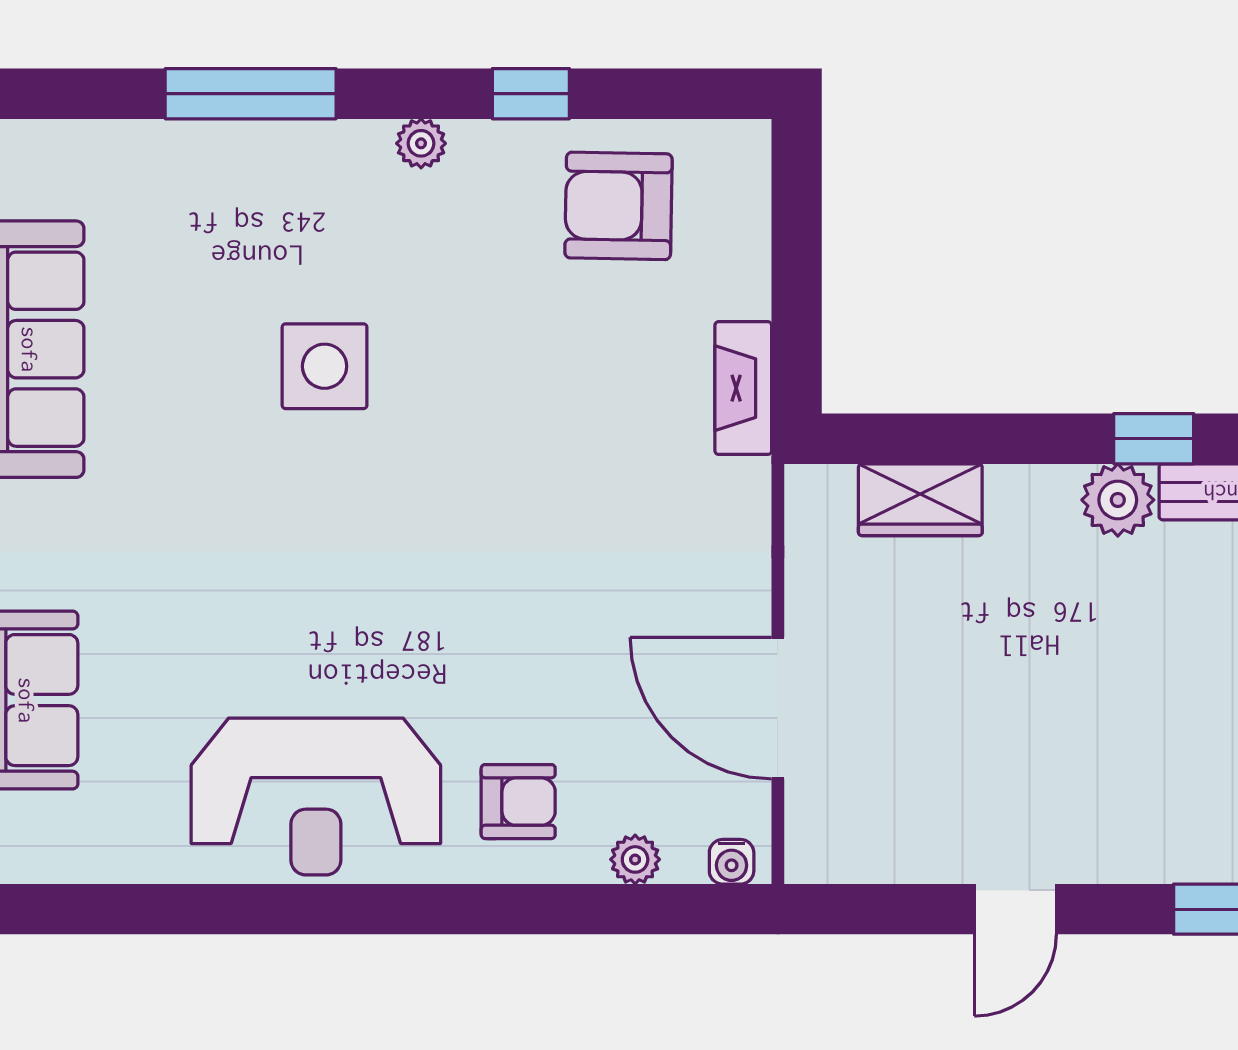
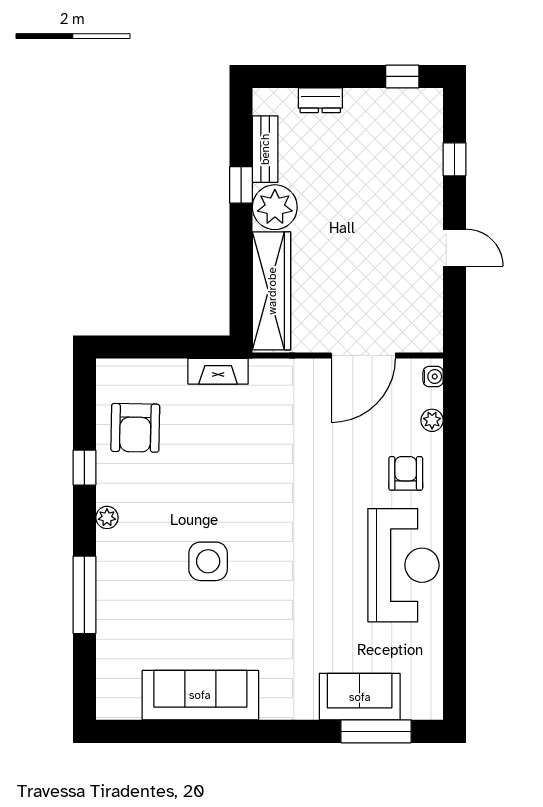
wardrobe: (920, 500) -> (272, 291), width x2.10, depth x1.17
plant: (1118, 500) -> (275, 207), width x1.36, depth x1.36

